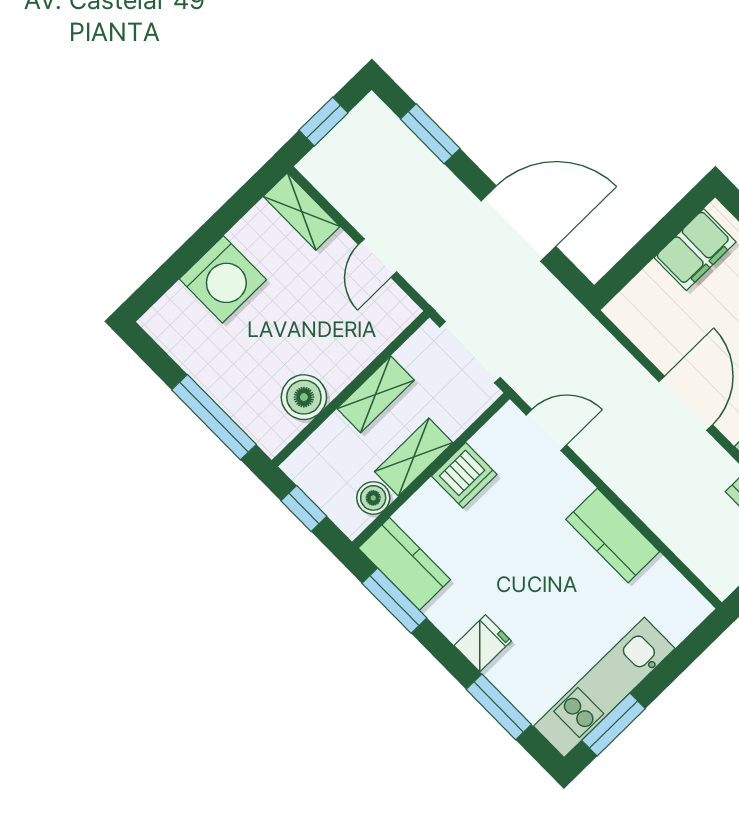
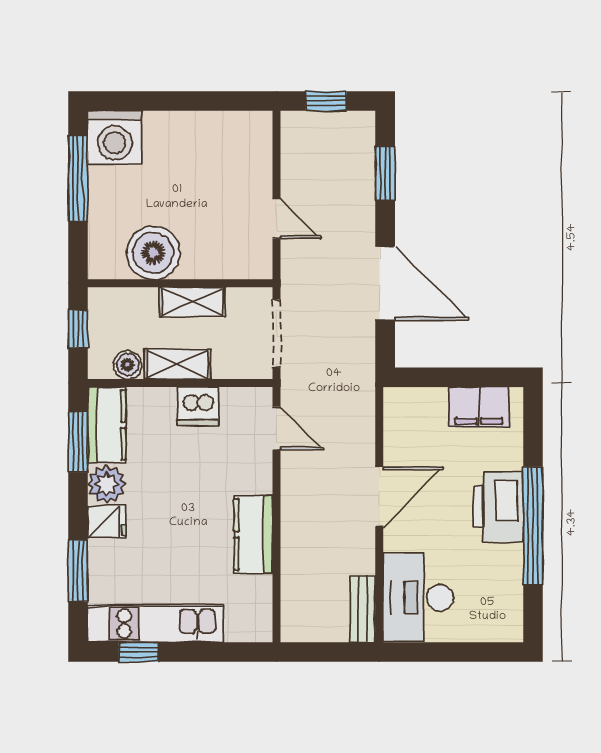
shelving: (302, 211) -> (258, 143), removed
door: (378, 258) -> (277, 219), swing flipped
washing machine: (223, 279) -> (115, 137), moved
boiler: (304, 397) -> (153, 253), width x1.37, depth x1.37
window: (214, 417) -> (78, 178), moved
plant: (452, 613) -> (107, 484), added
window: (614, 724) -> (139, 652), width x0.67

